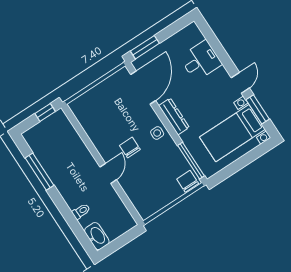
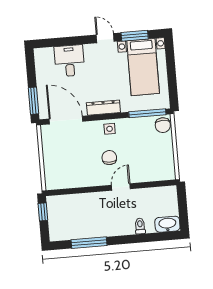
chair: (130, 147) -> (109, 158), turned 90
door: (108, 173) -> (121, 187), hinge flipped
chair: (188, 181) -> (163, 125), turned -90

